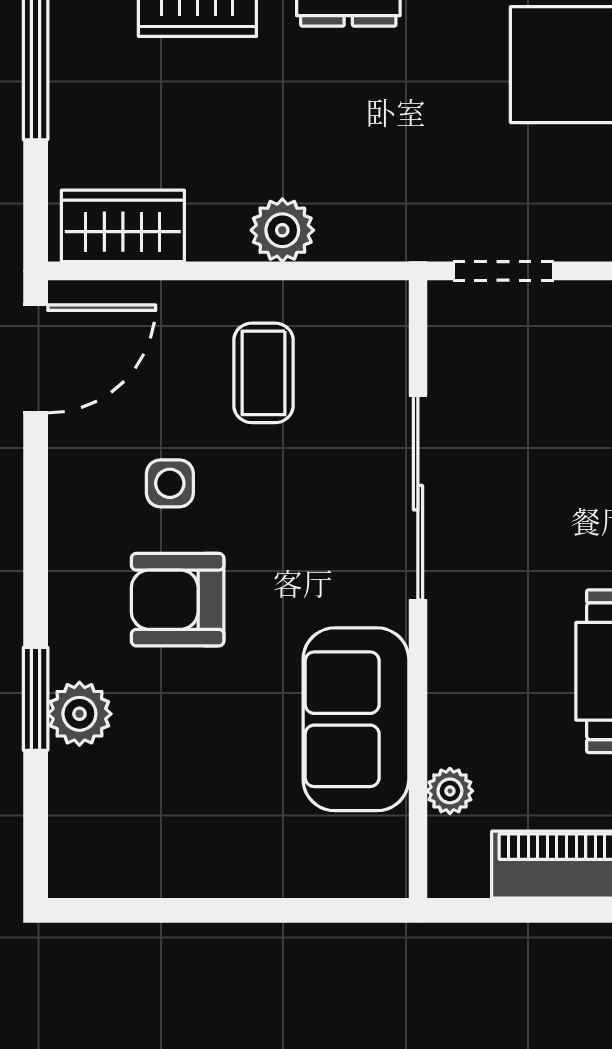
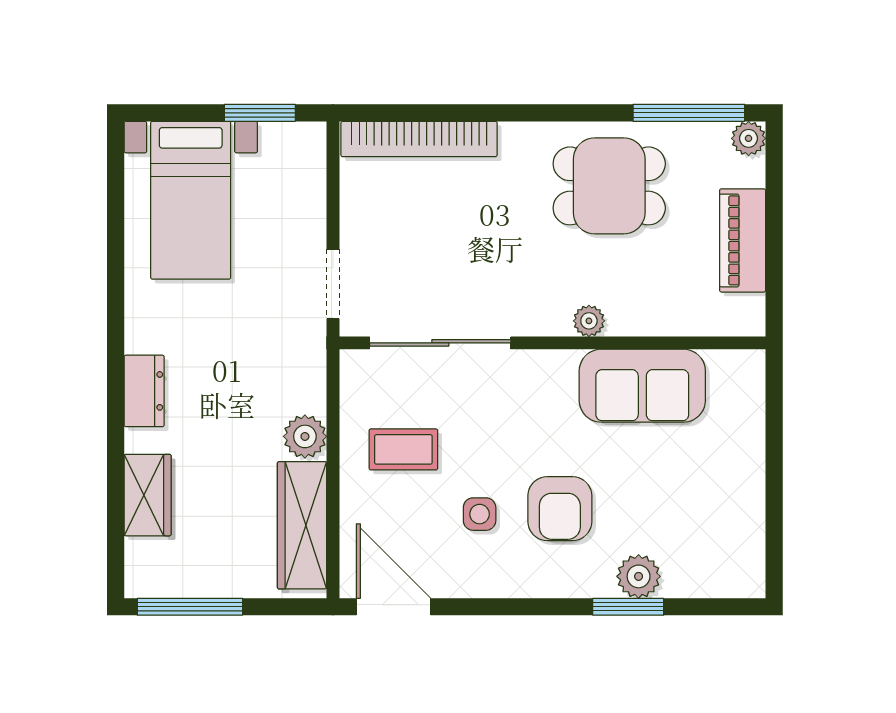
wardrobe: (123, 226) -> (302, 525), width x1.50
sliding door: (418, 498) -> (440, 343), moved
plant: (450, 791) -> (589, 321), moved

